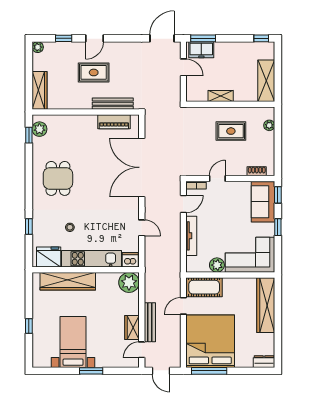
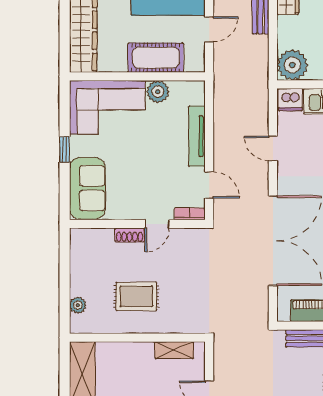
shelving: (221, 96) -> (174, 350), moved
shoe rack: (257, 171) -> (130, 235), moved
window: (278, 195) -> (65, 199), removed
door: (183, 204) -> (209, 185), swing flipped
cot: (204, 287) -> (156, 58), moved

